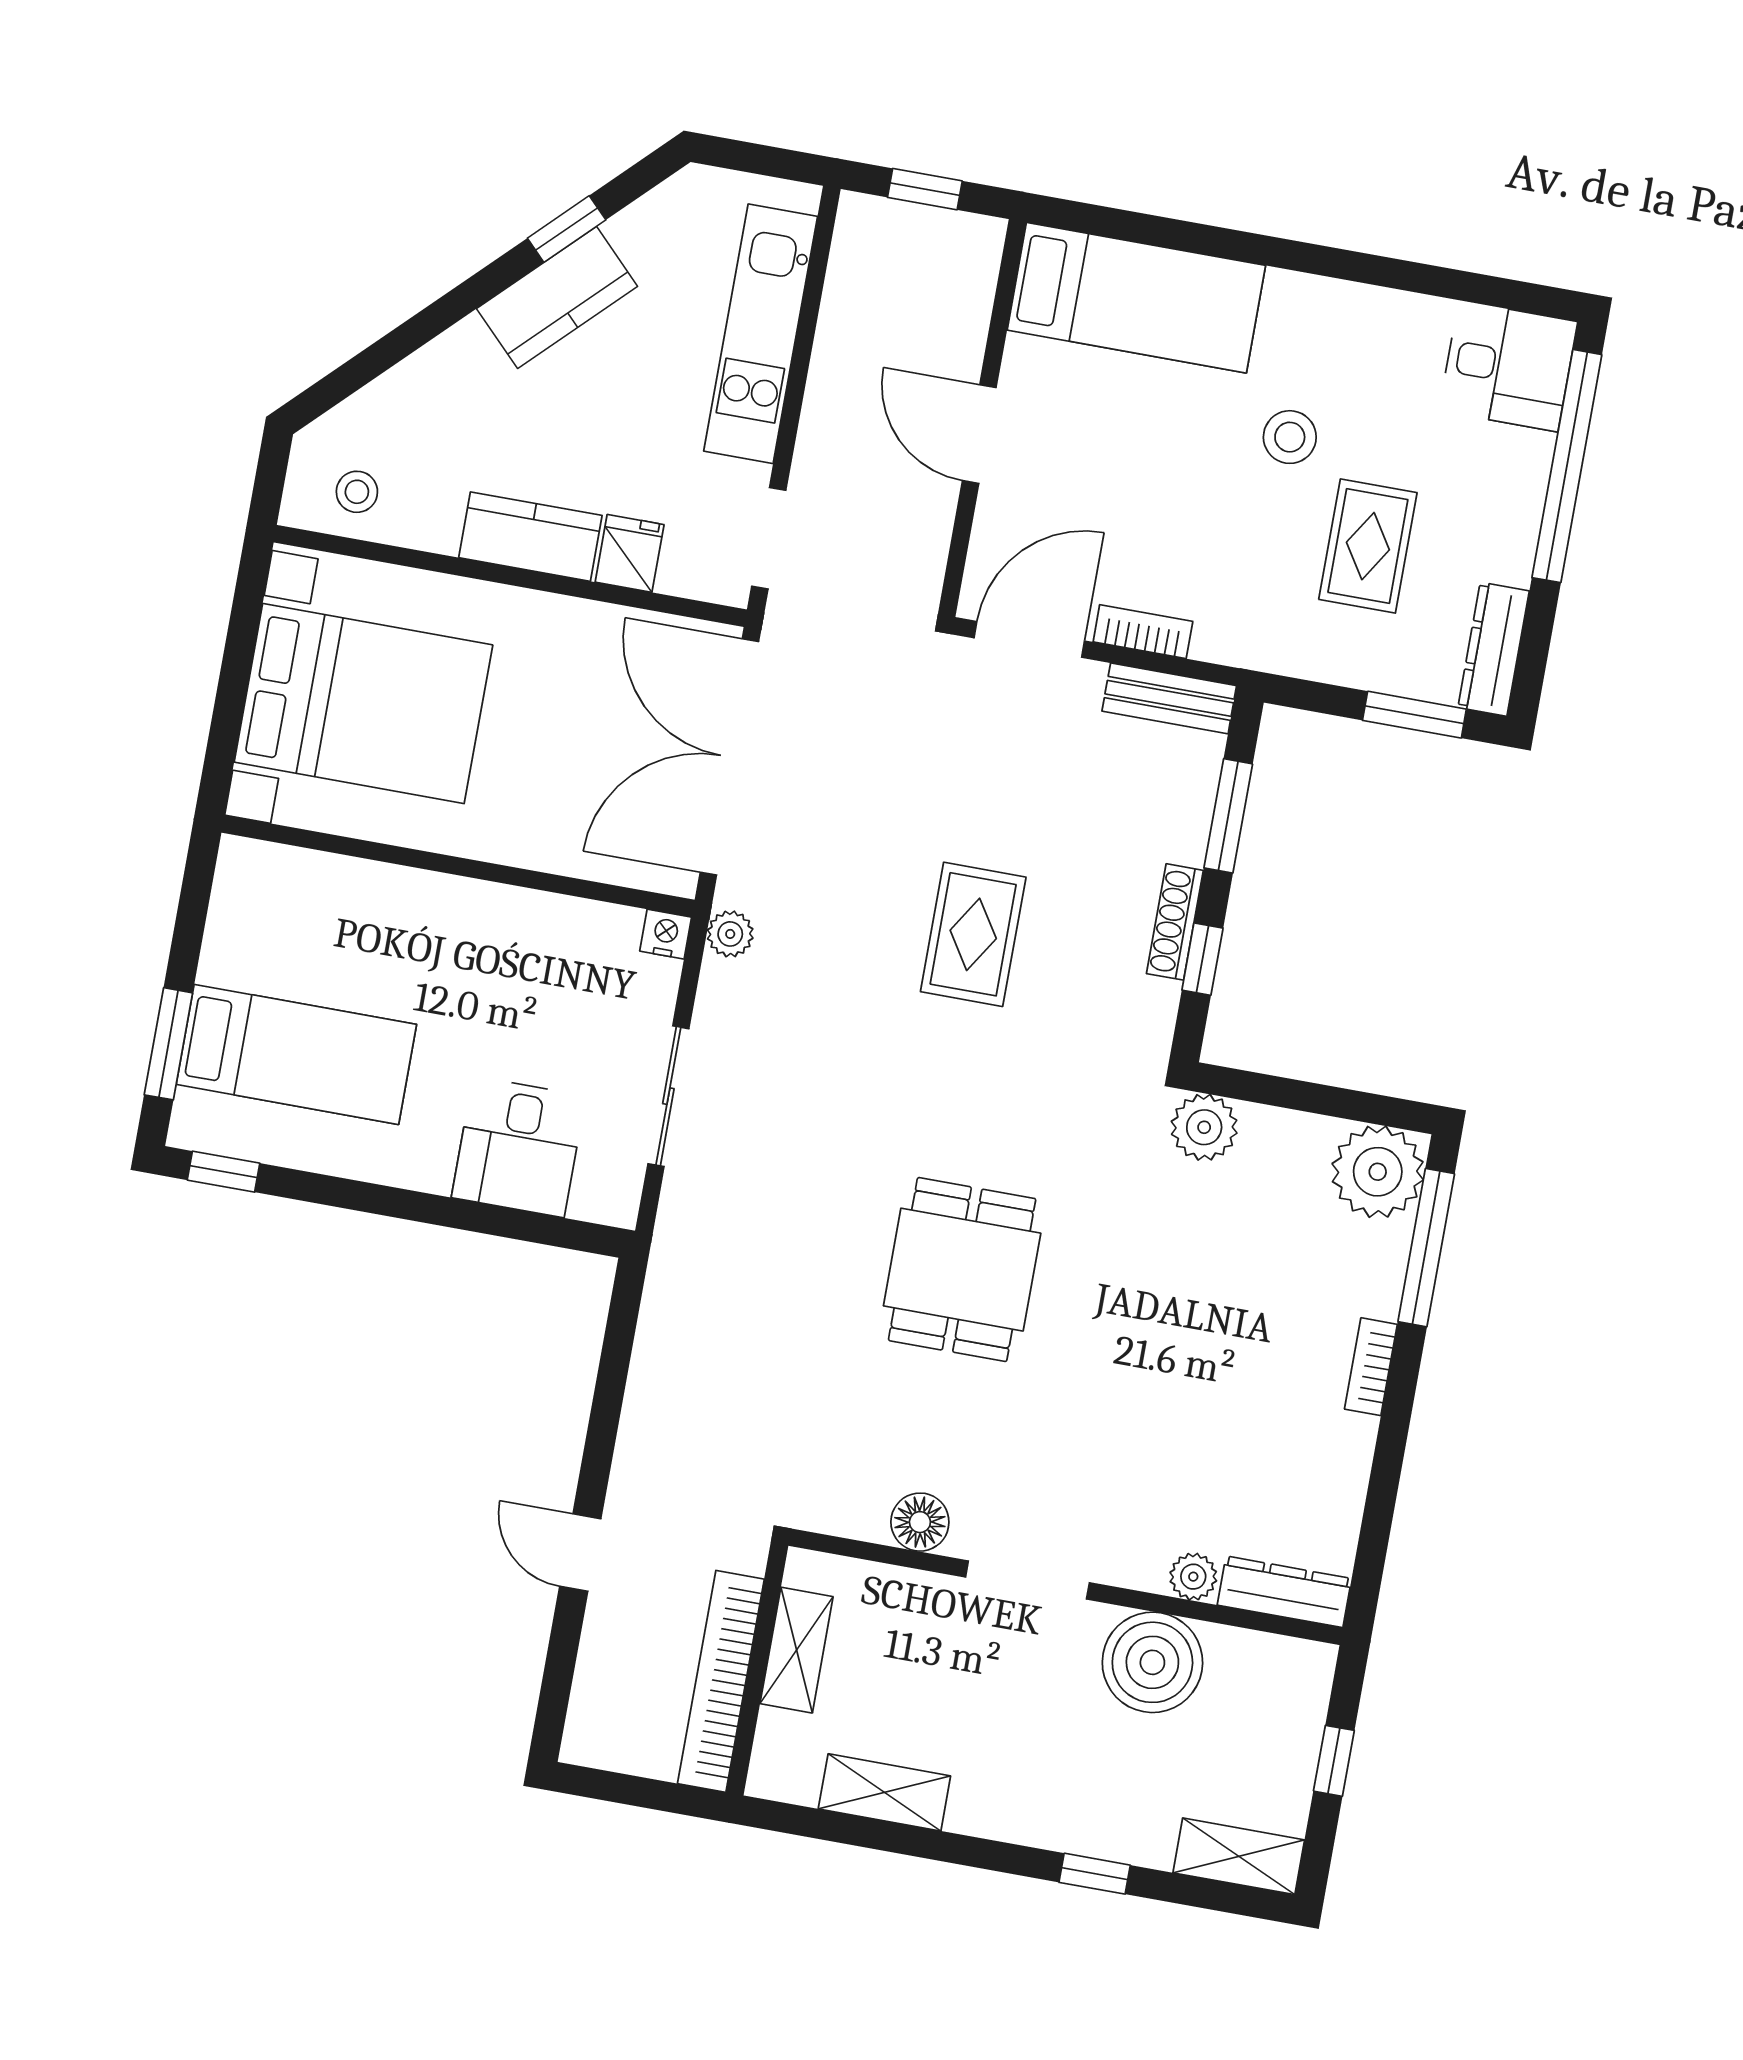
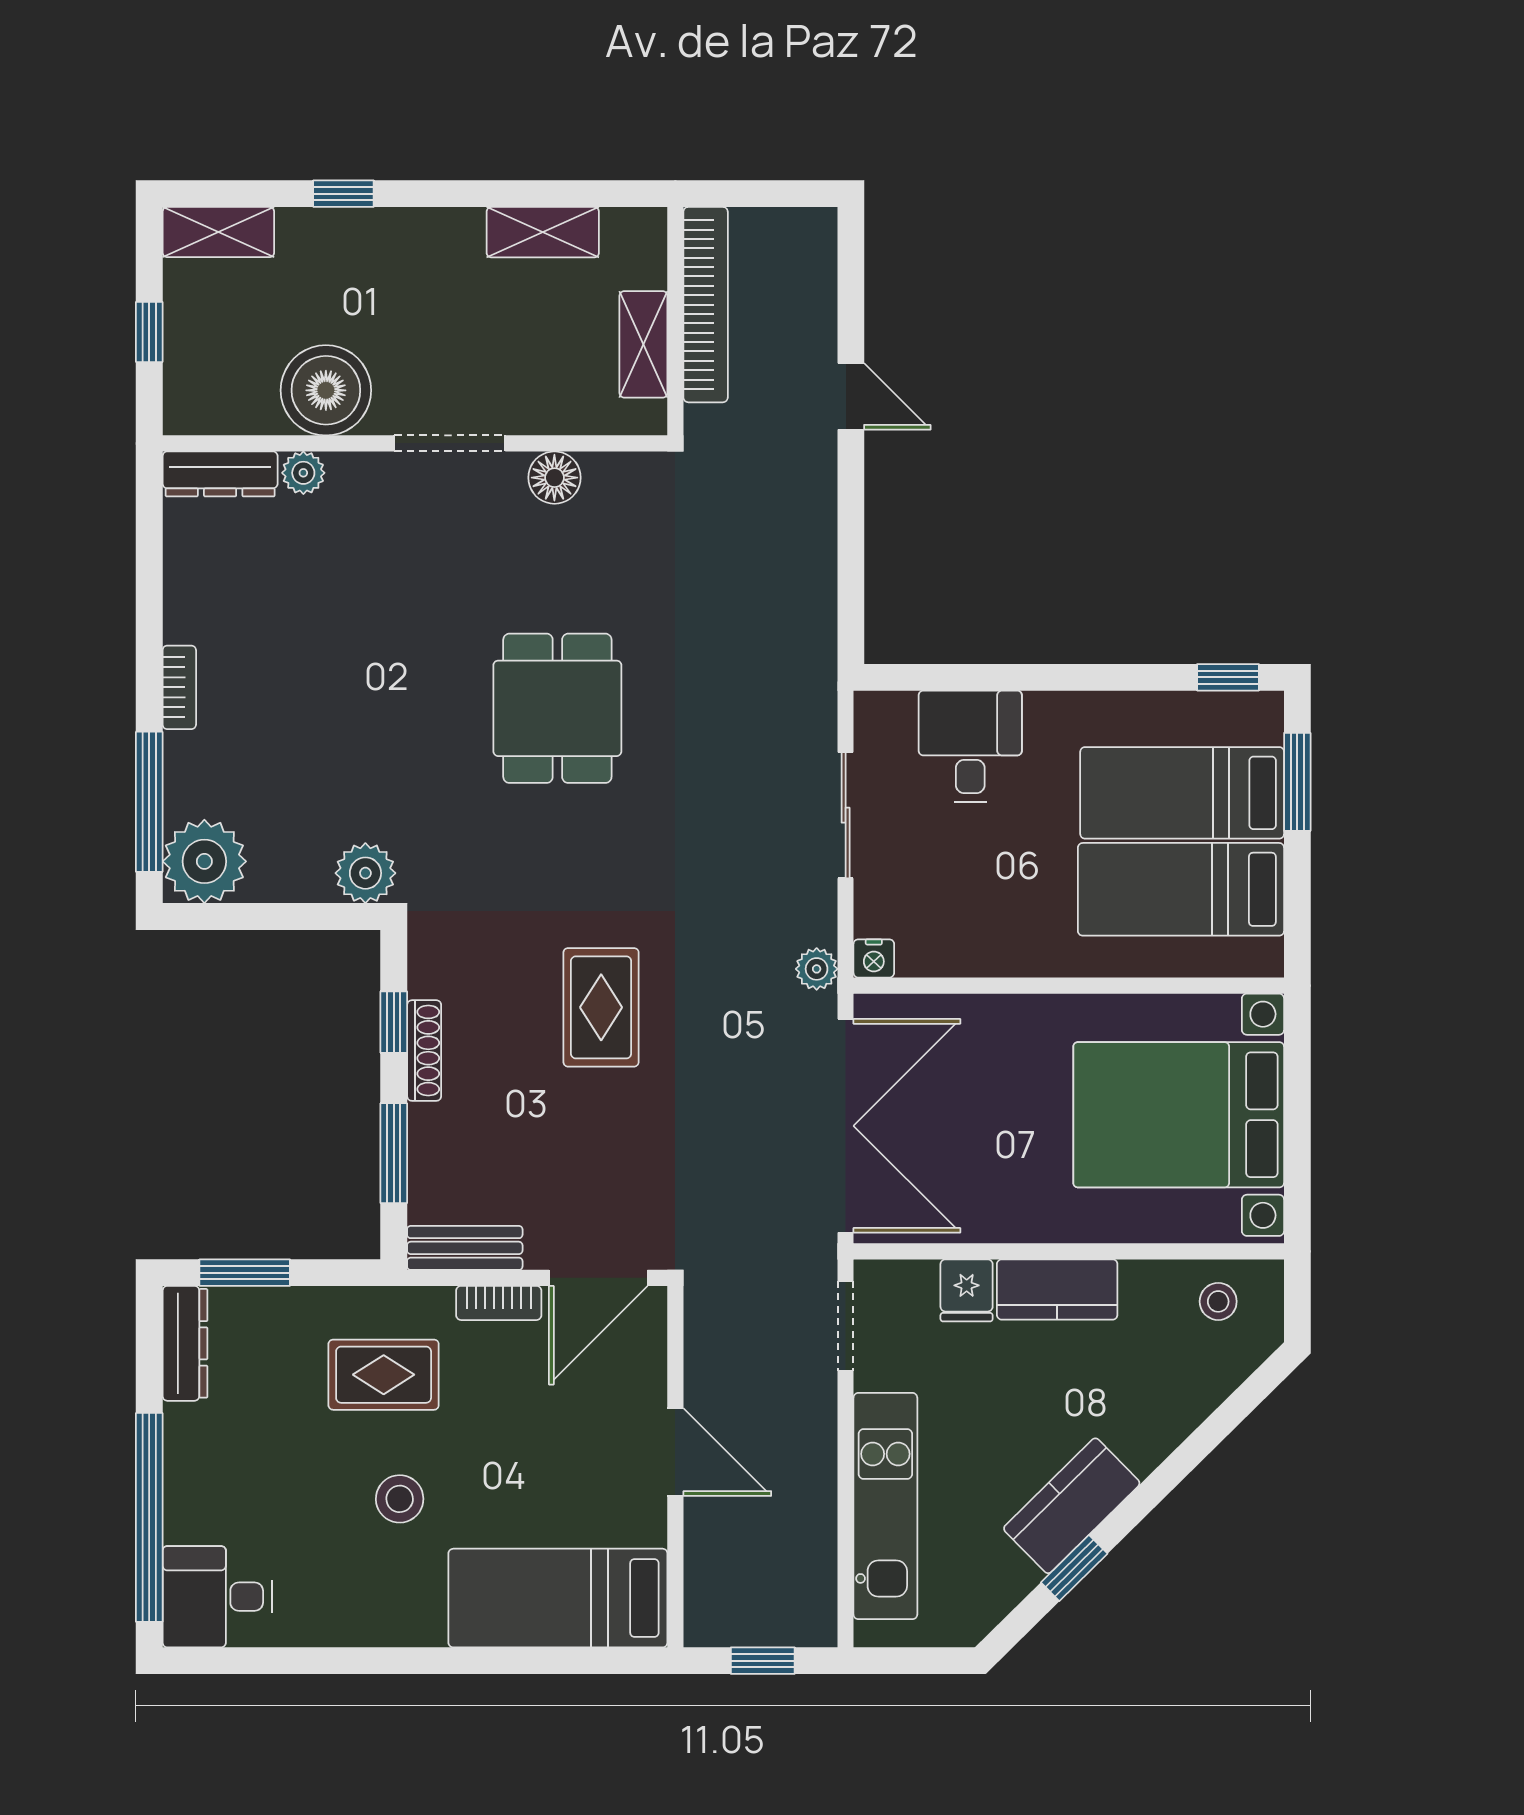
rug: (1368, 546) -> (384, 1375), moved, turned 90
bed: (317, 949) -> (1181, 889), added

